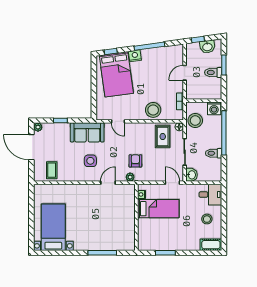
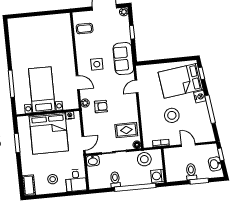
stool: (153, 110) -> (172, 115), moved
bed: (158, 209) -> (49, 133), width x2.04
bed with nightstands: (53, 227) -> (42, 90), moved, turned -90

